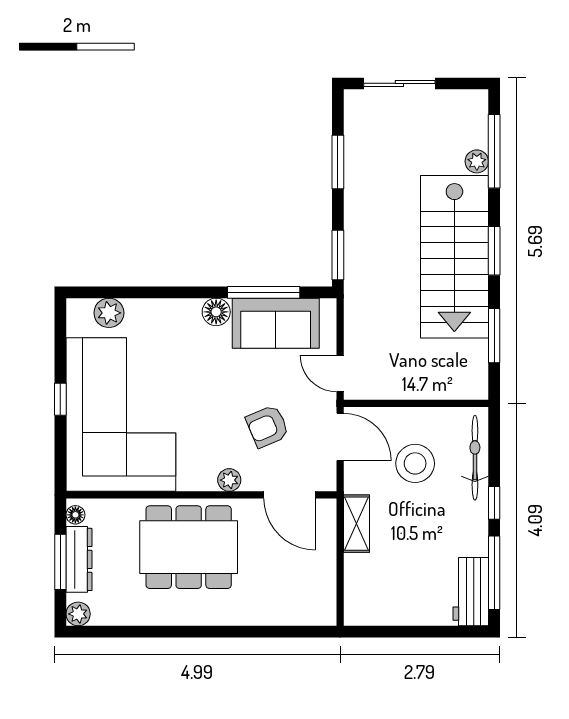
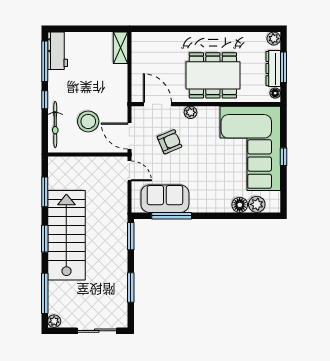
plant: (477, 161) -> (54, 321), moved
floor lamp: (216, 312) -> (240, 205), moved
shelving: (357, 524) -> (120, 48), moved

